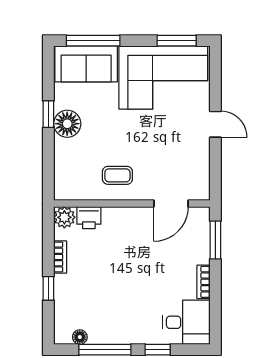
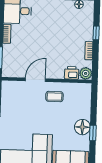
door: (171, 203) -> (35, 80), moved

